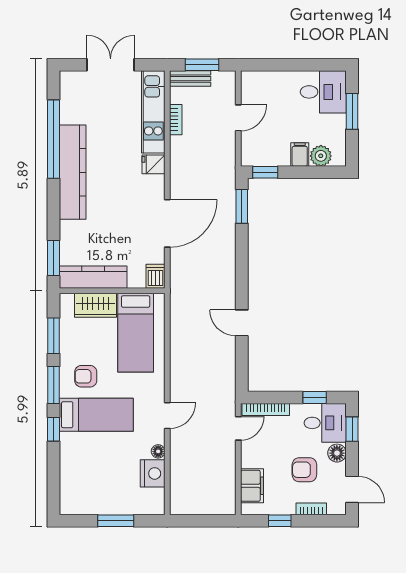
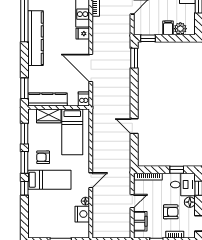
door: (167, 223) -> (91, 68), swing flipped
door: (238, 428) -> (132, 201), moved
armchair: (304, 470) -> (171, 212), turned 180

